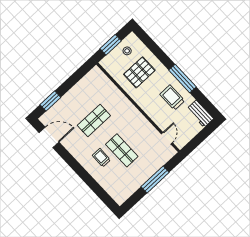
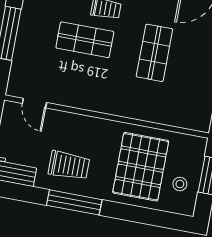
pallet: (139, 72) -> (141, 167), width x1.37, depth x1.41

